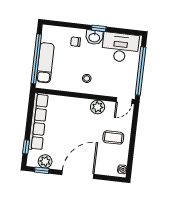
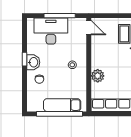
desk: (120, 47) -> (51, 31), moved, turned 90
window: (141, 71) -> (60, 16), width x0.68
plant: (98, 107) -> (98, 76), moved

